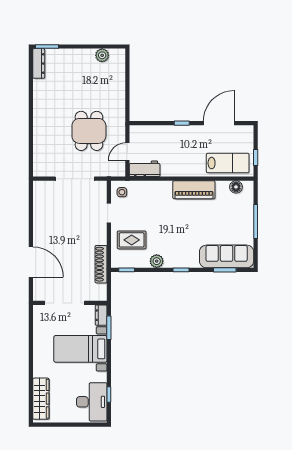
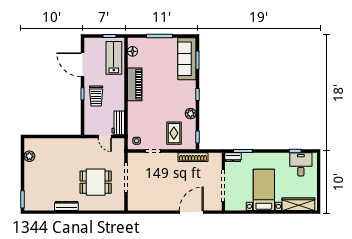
dresser: (39, 63) -> (66, 206), moved
dining table: (89, 131) -> (96, 182), moved
trolley: (179, 141) -> (96, 96), added
bed with nightstands: (80, 349) -> (264, 190), moved, turned 180
desk: (92, 402) -> (301, 164), width x0.73

